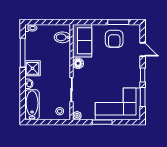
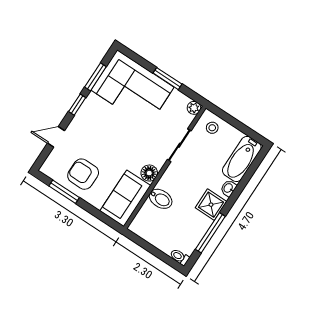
bidet: (62, 37) -> (161, 199), moved
armchair: (114, 39) -> (83, 174), turned -90
door: (143, 50) -> (56, 137), hinge flipped

